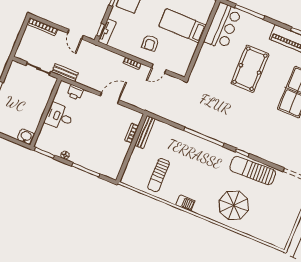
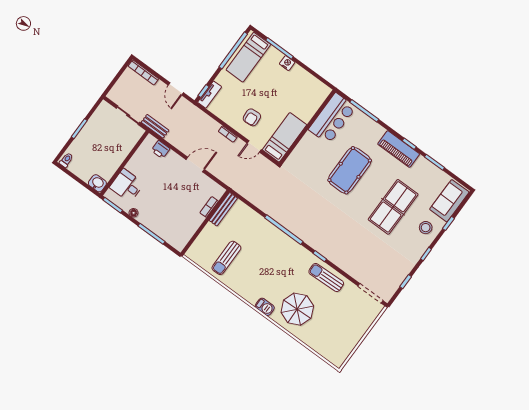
bed: (183, 26) -> (285, 137), moved, turned 90
desk: (59, 117) -> (127, 186), moved
sun lounger: (253, 171) -> (326, 278), width x0.73, depth x0.75
barbecue: (185, 203) -> (265, 307), moved

